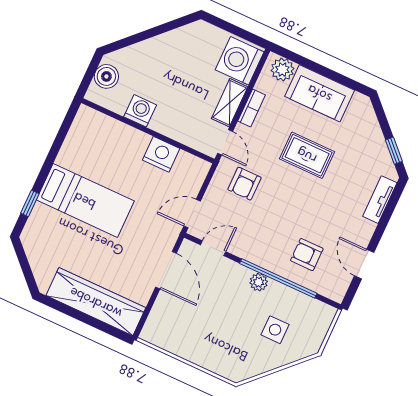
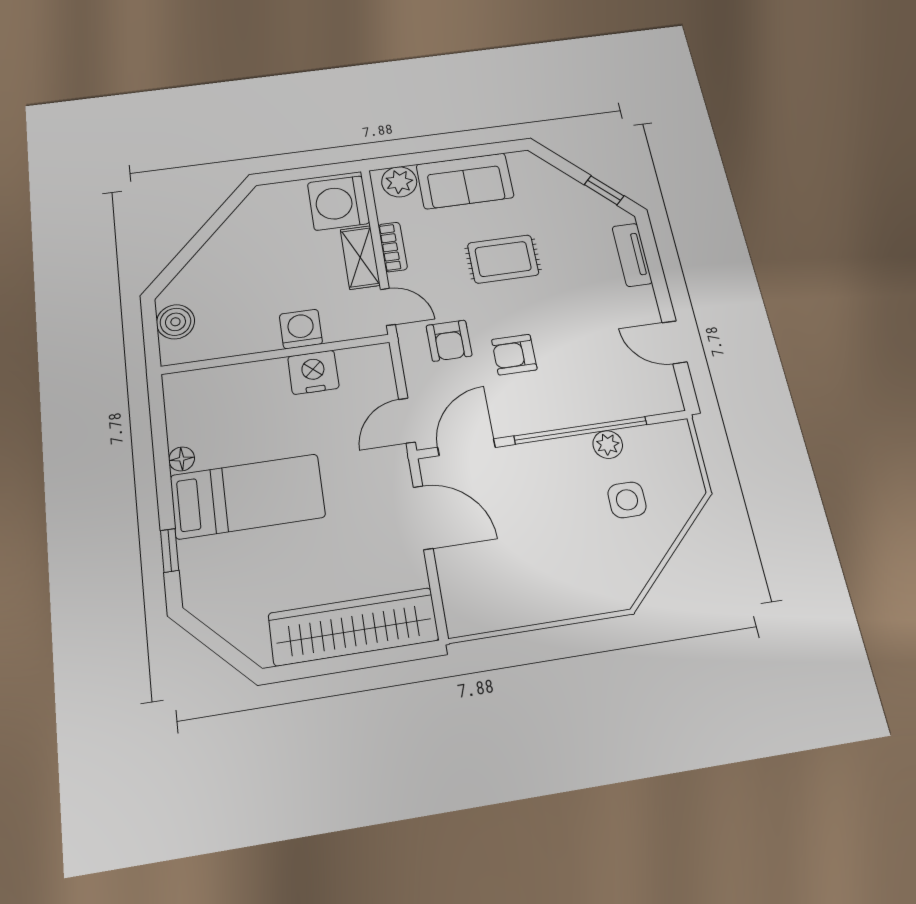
washing machine: (140, 111) -> (301, 329), moved
floor lamp: (64, 158) -> (182, 459), added
door: (213, 248) -> (466, 447), width x1.38
armchair: (307, 255) -> (514, 355), moved
plant: (259, 282) -> (608, 445), moved

